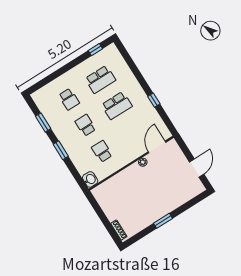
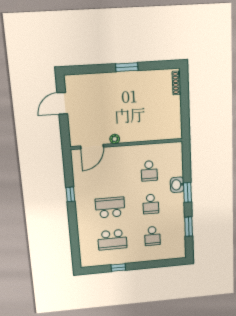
window: (95, 50) -> (118, 267), moved
school desk: (100, 79) -> (112, 240), turned 180
school desk: (69, 99) -> (152, 236), turned 180
washbasin: (90, 179) -> (177, 185), moved

